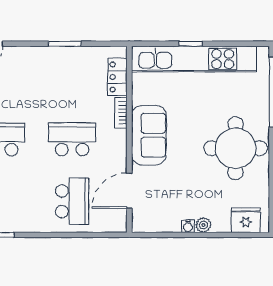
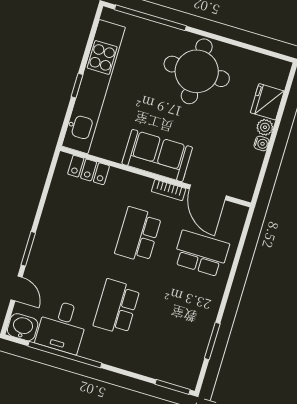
window: (65, 44) -> (28, 249), moved
bookcase: (121, 113) -> (169, 190), moved
fridge: (246, 220) -> (267, 102), moved

